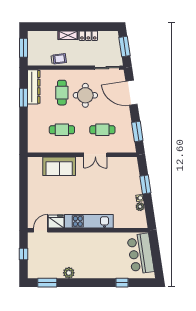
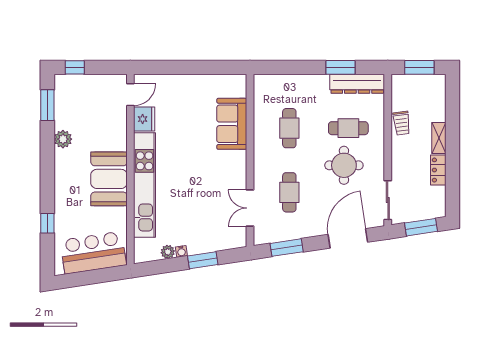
double door: (95, 155) -> (250, 208), moved
kitchen unit: (89, 221) -> (145, 185), width x1.36
door: (41, 230) -> (130, 95), hinge flipped
booth: (94, 244) -> (109, 179), added
window: (23, 254) -> (75, 67), moved

